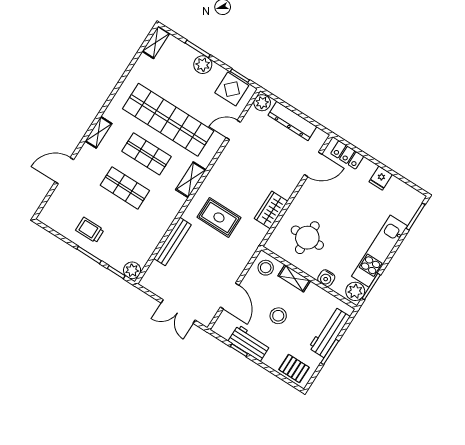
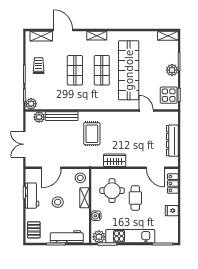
plant: (262, 103) -> (39, 117), moved
shelving: (191, 180) -> (41, 36), moved
cafe table: (335, 214) -> (135, 198), added

